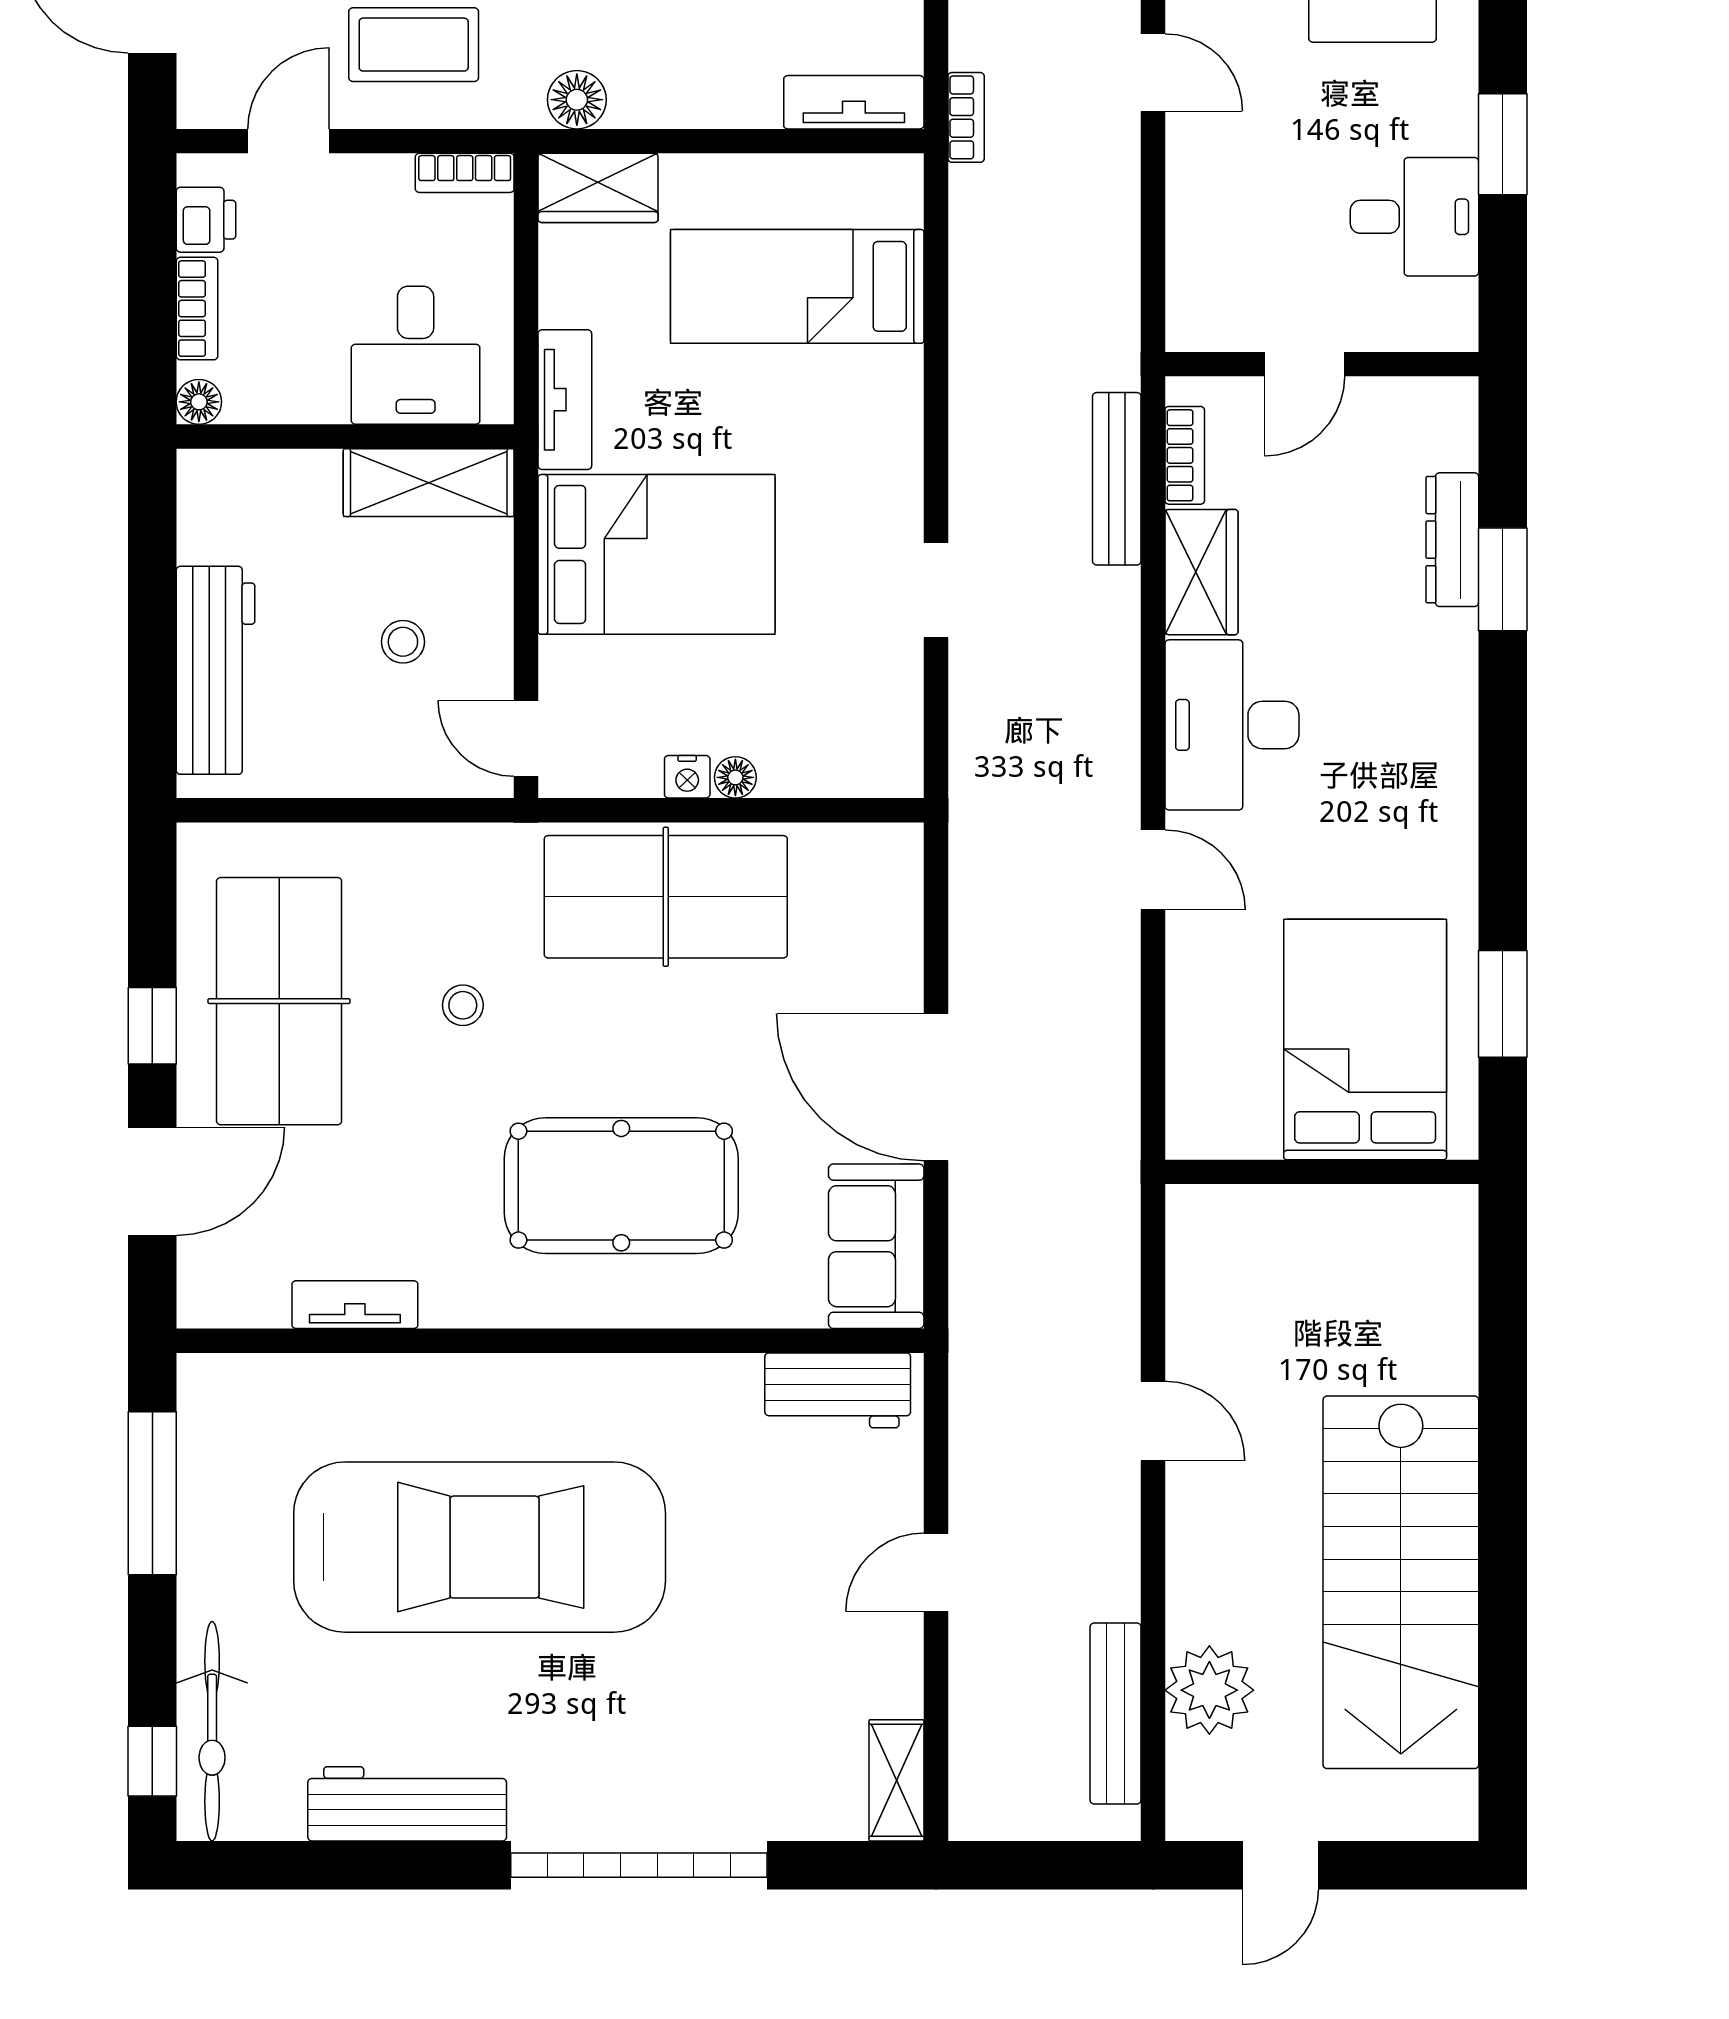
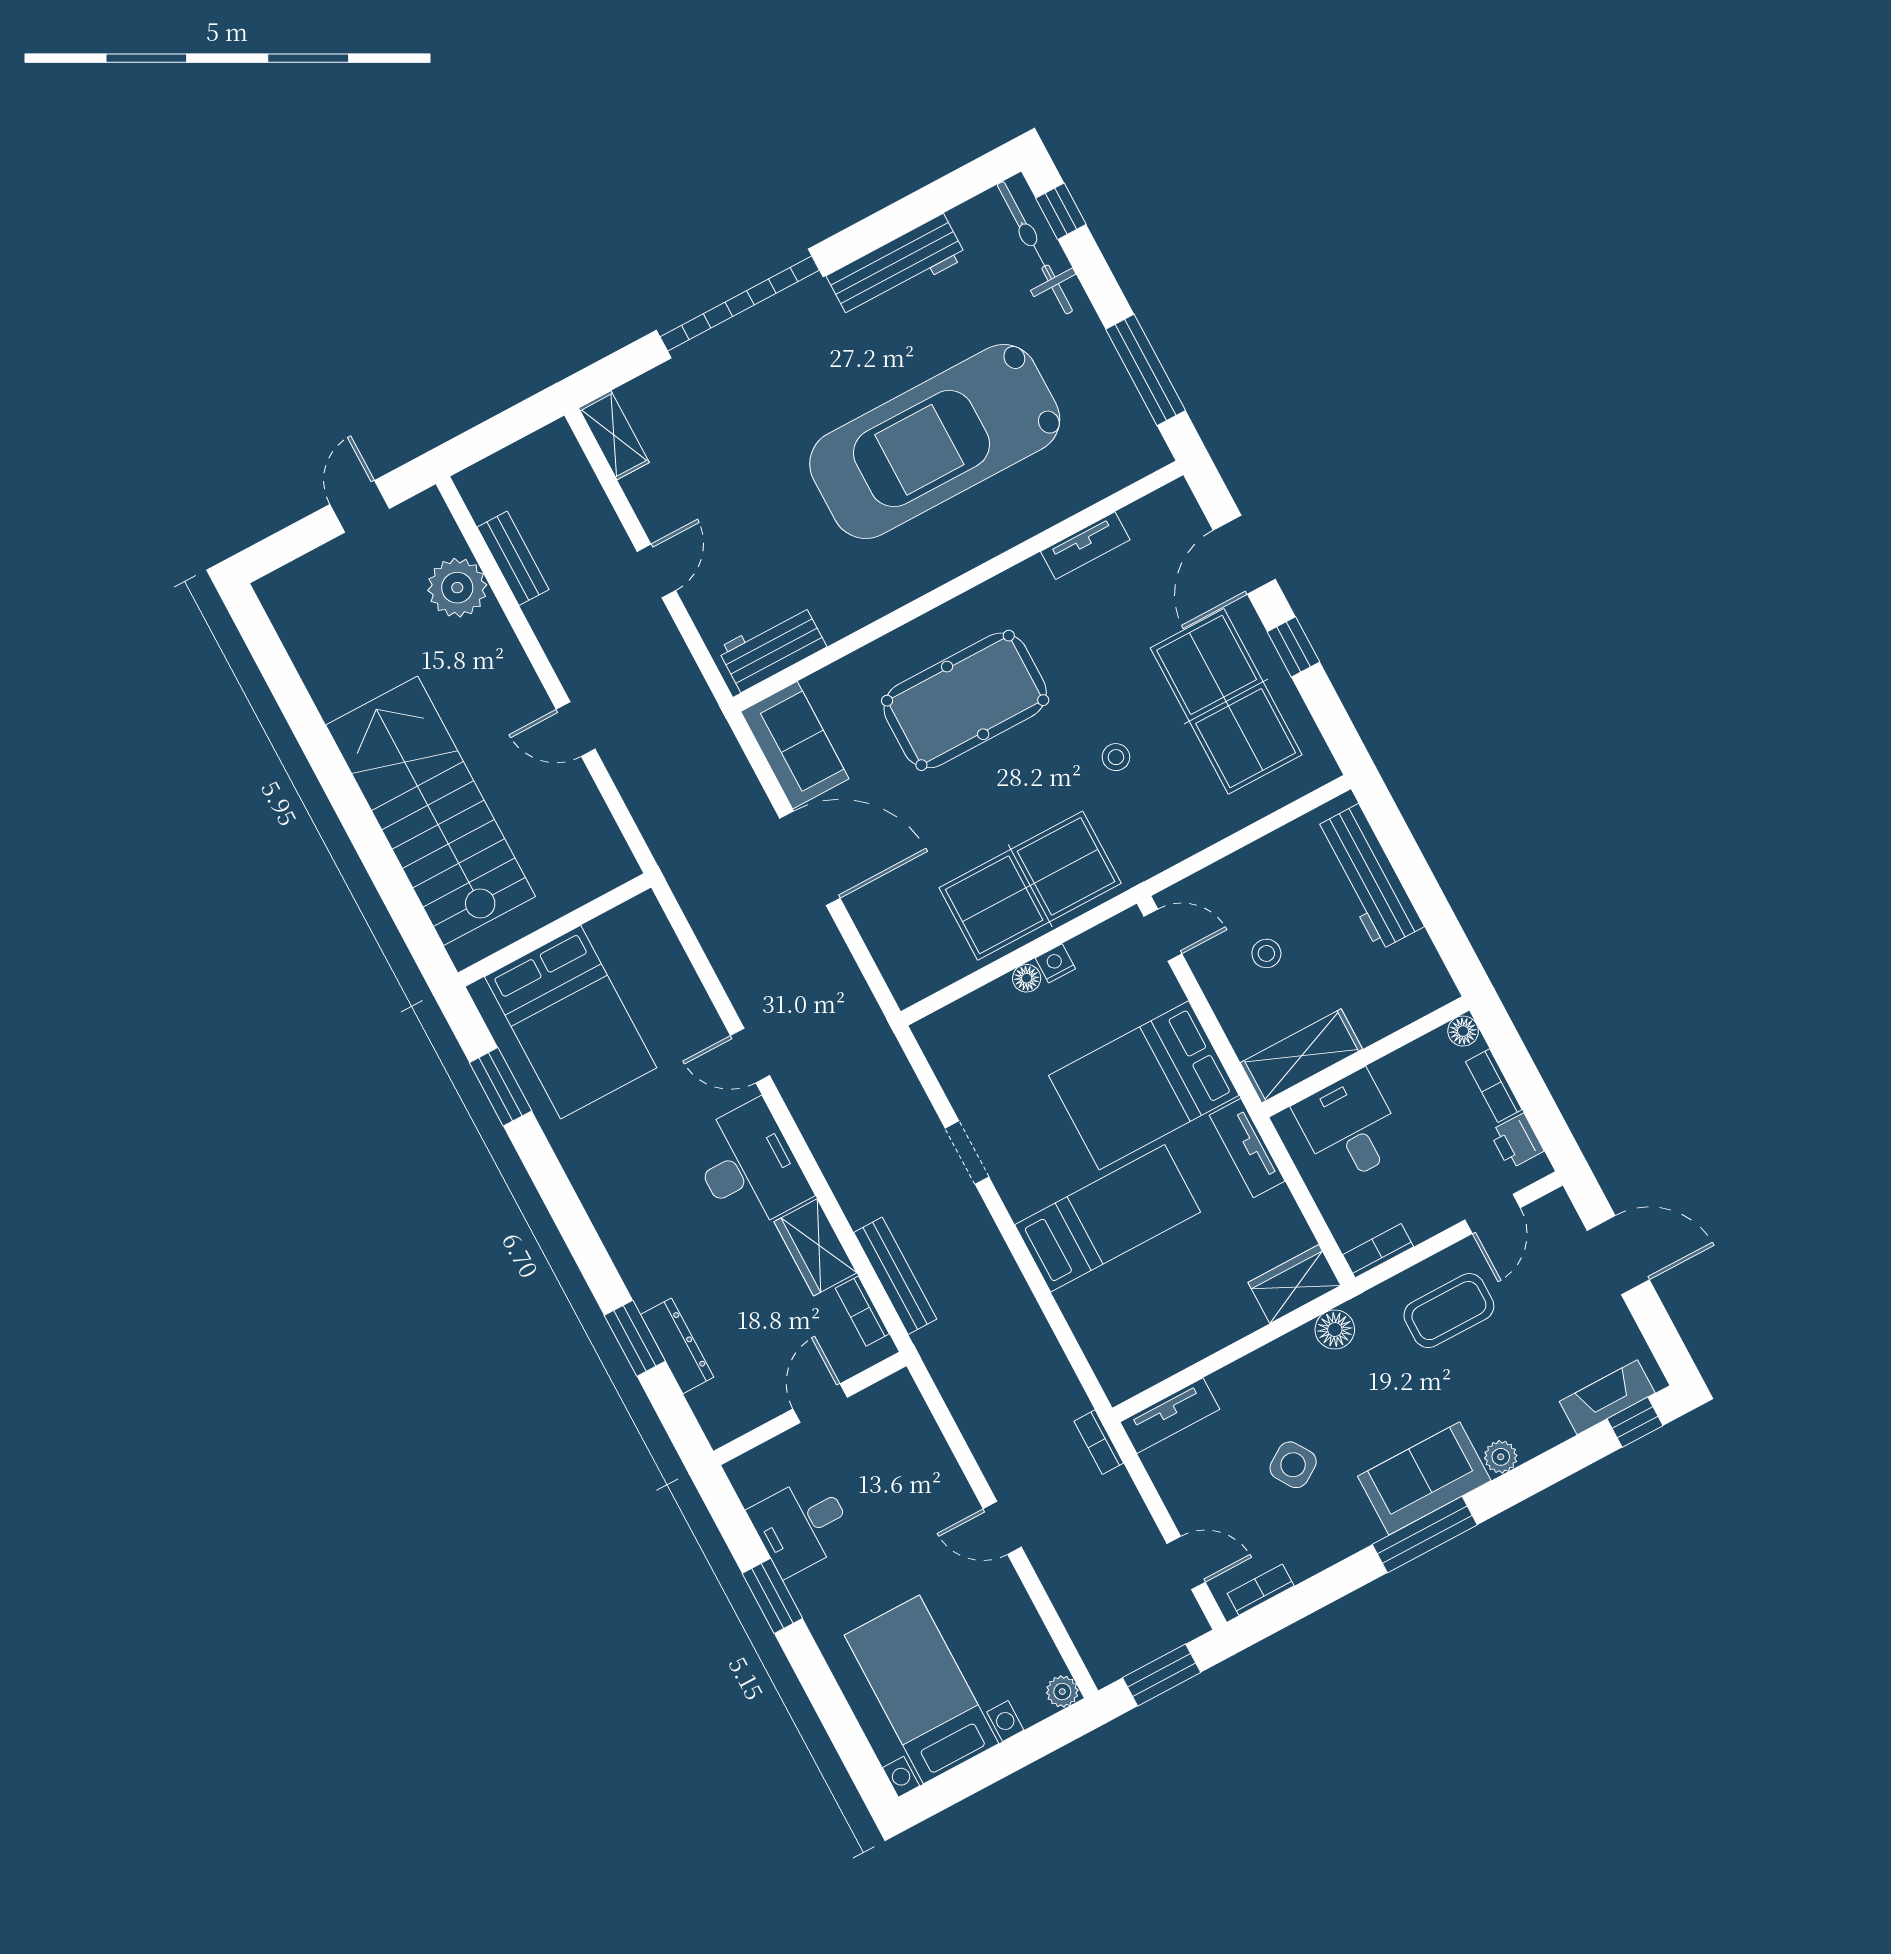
bed: (797, 286) -> (1108, 1218), moved
stairs: (1401, 1582) -> (431, 811), moved
bench: (1116, 1714) -> (513, 558), width x0.73

